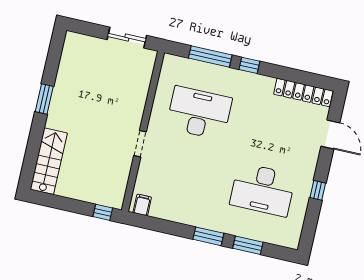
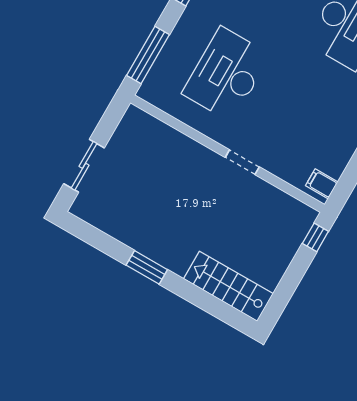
sliding door: (127, 38) -> (84, 166), moved
window: (210, 56) -> (148, 55), moved

